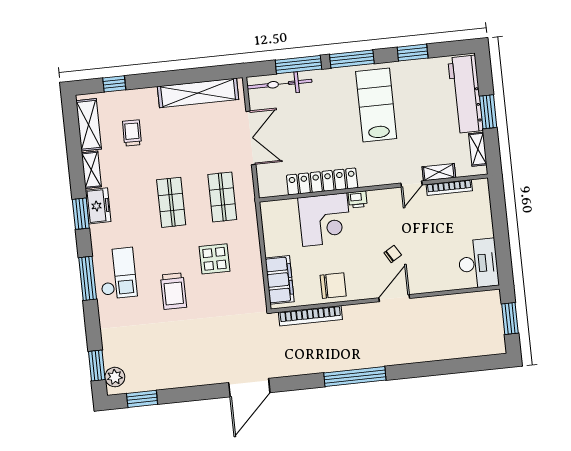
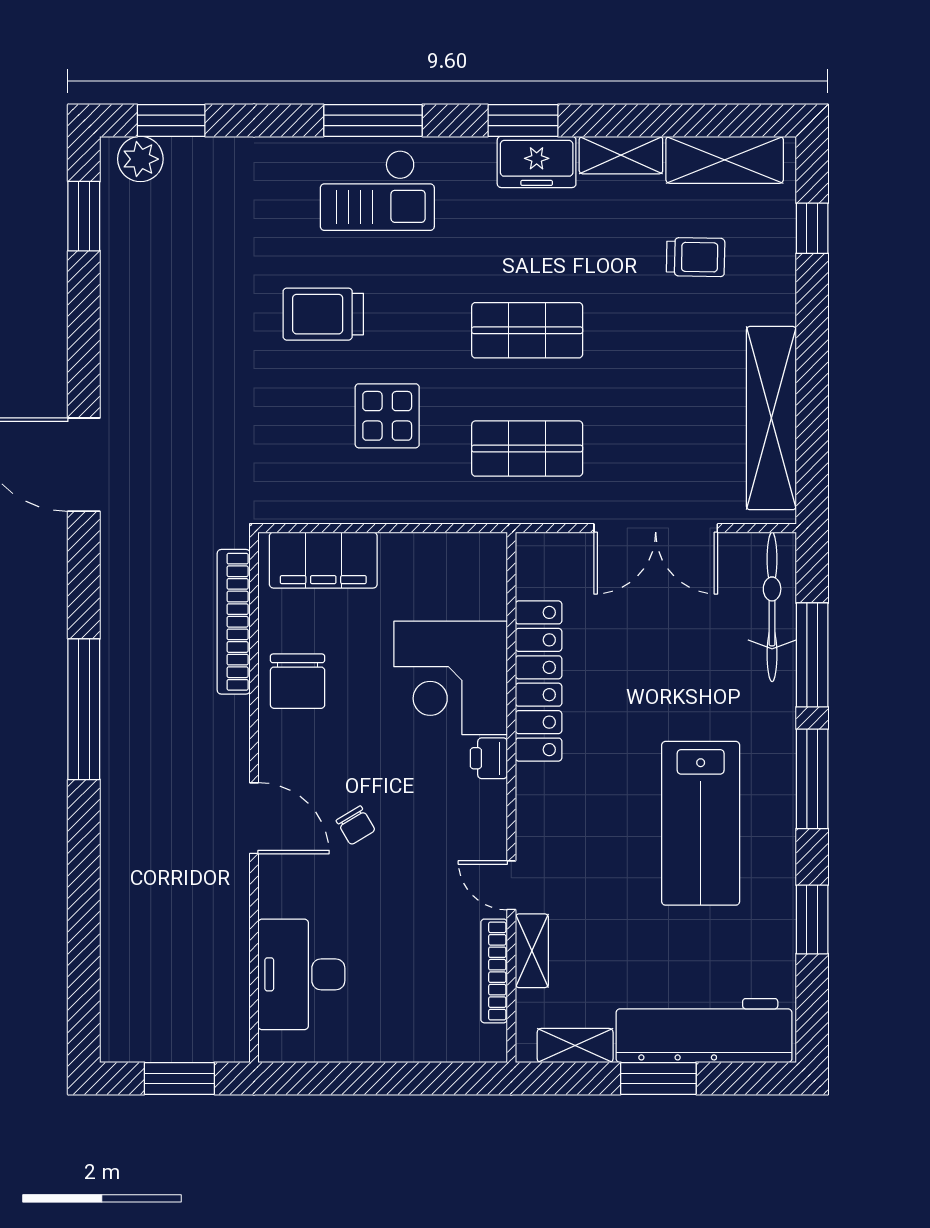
lab bench: (376, 105) -> (701, 823), turned 90
desk: (478, 263) -> (301, 974), moved, turned 90

